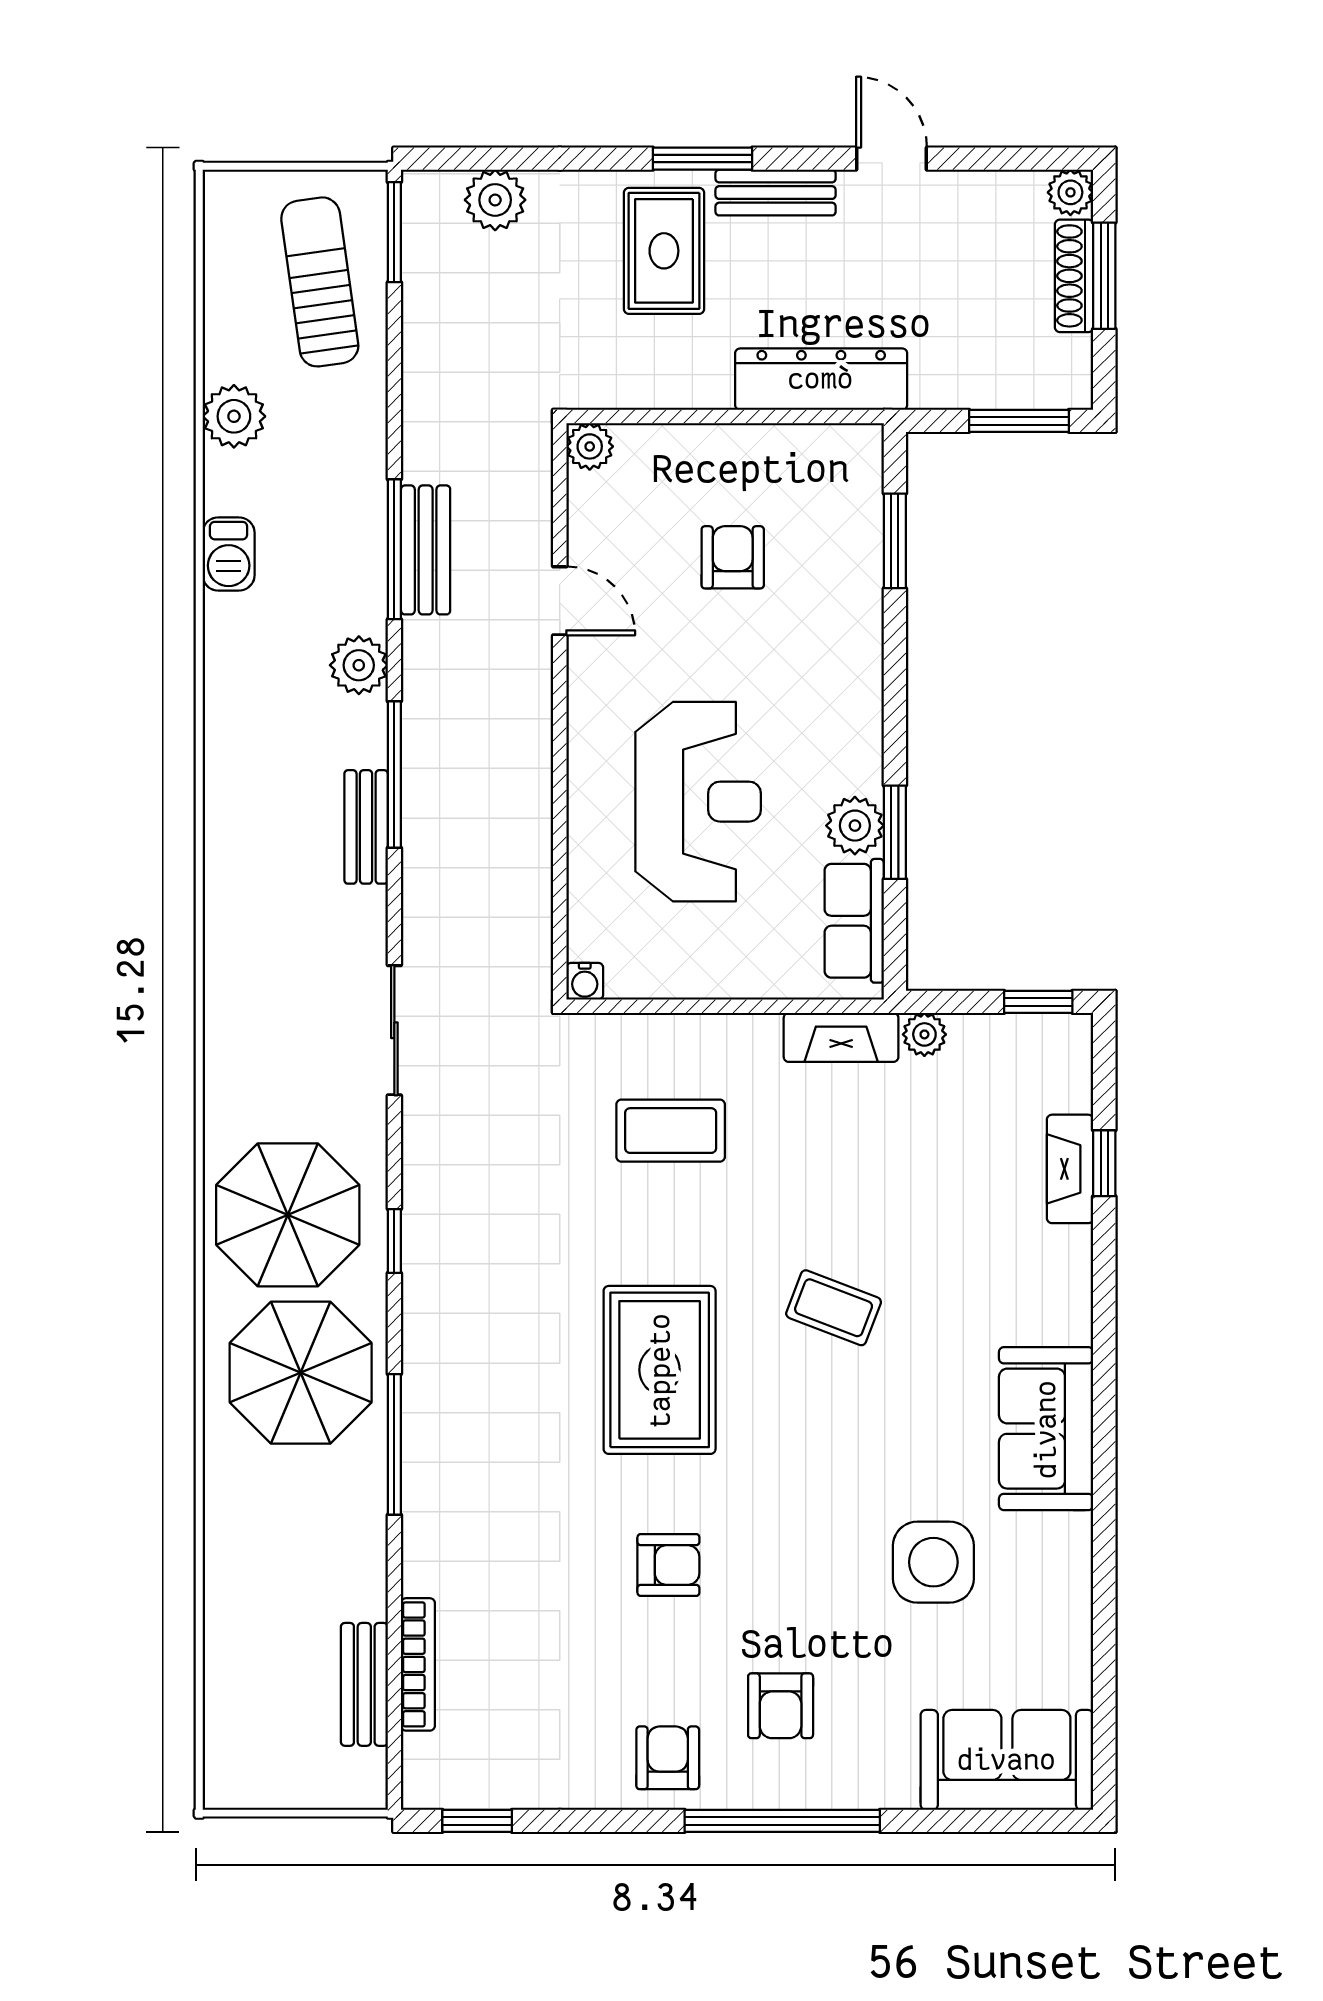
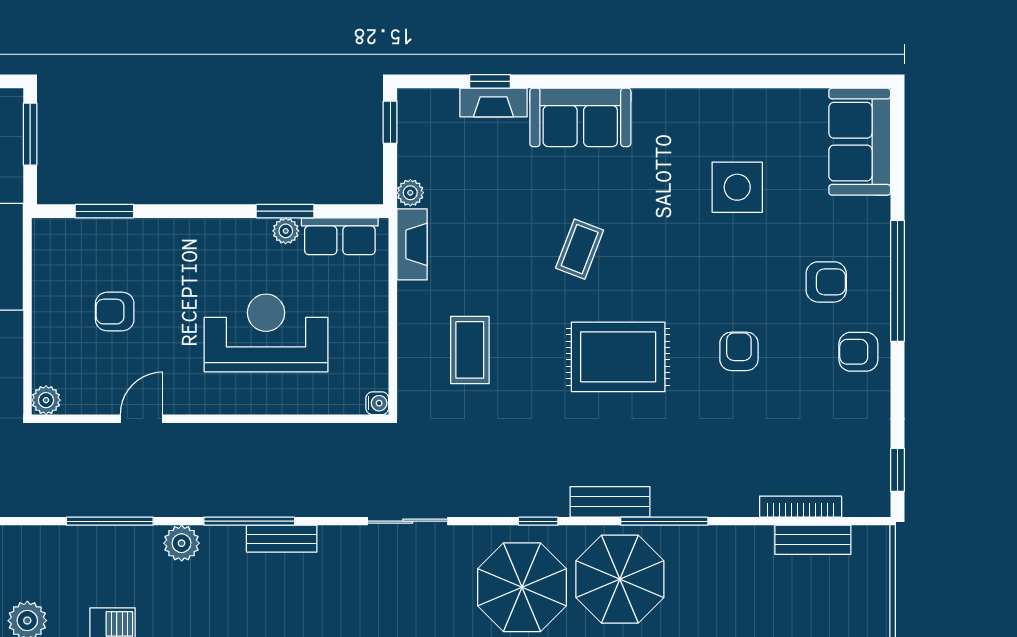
bench: (426, 550) -> (610, 502), moved
plant: (855, 826) -> (286, 231), width x0.73, depth x0.73
sofa: (1046, 1429) -> (580, 117), moved

